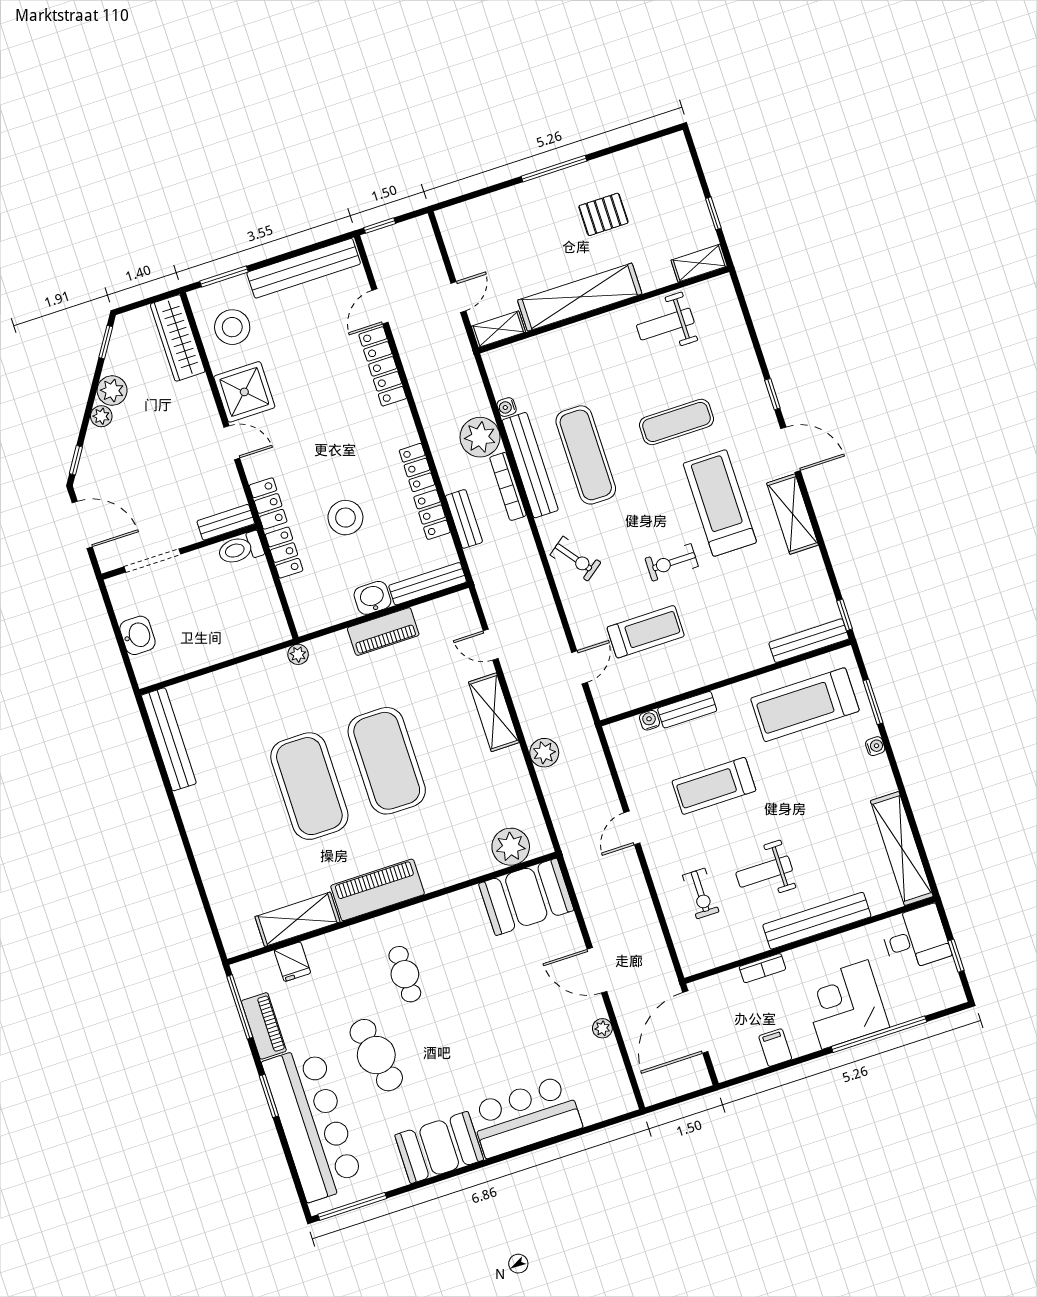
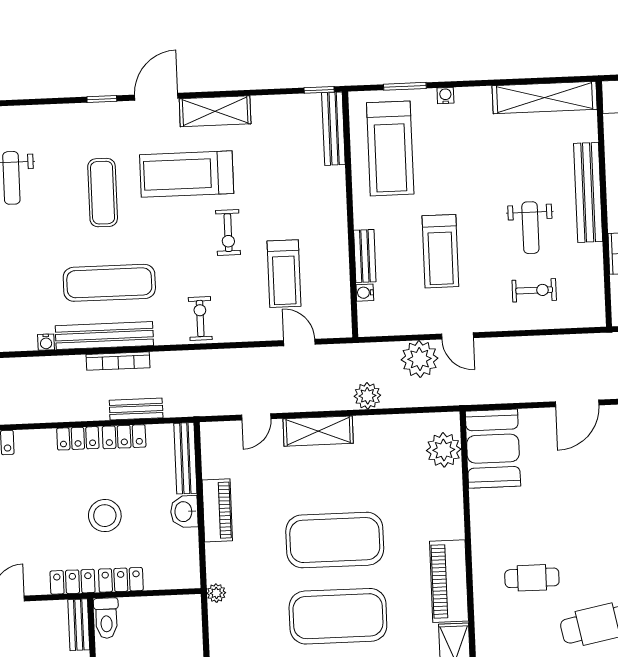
plant: (480, 437) -> (420, 359), moved
exercise bike: (575, 559) -> (200, 318), turned -53
treadmill: (646, 632) -> (284, 274), turned 180

